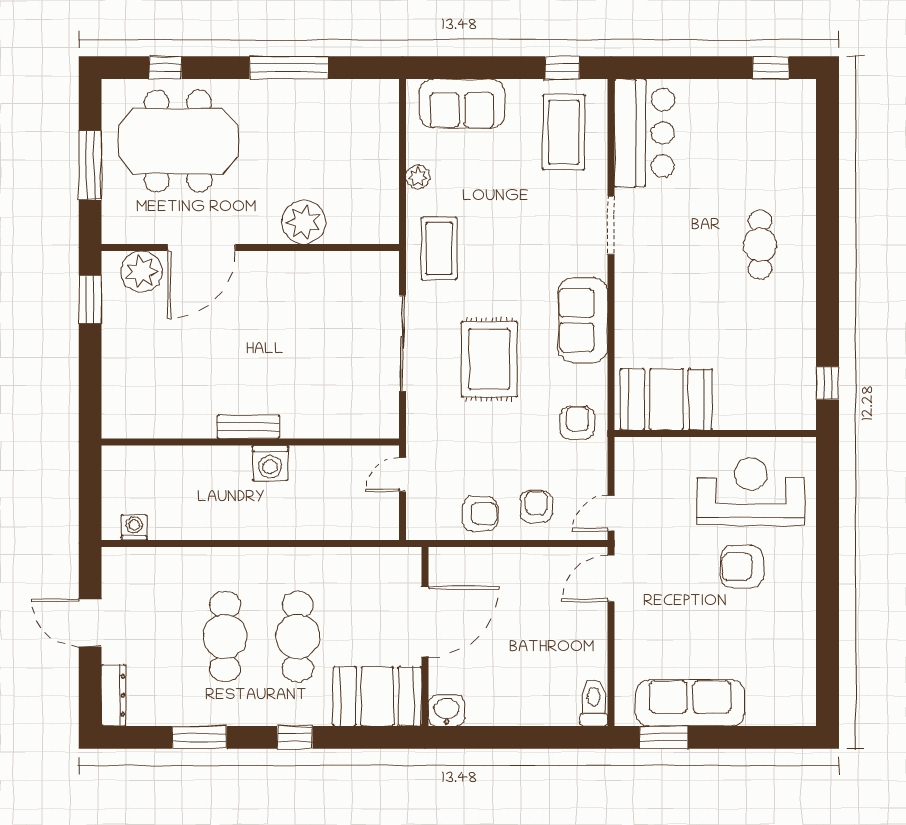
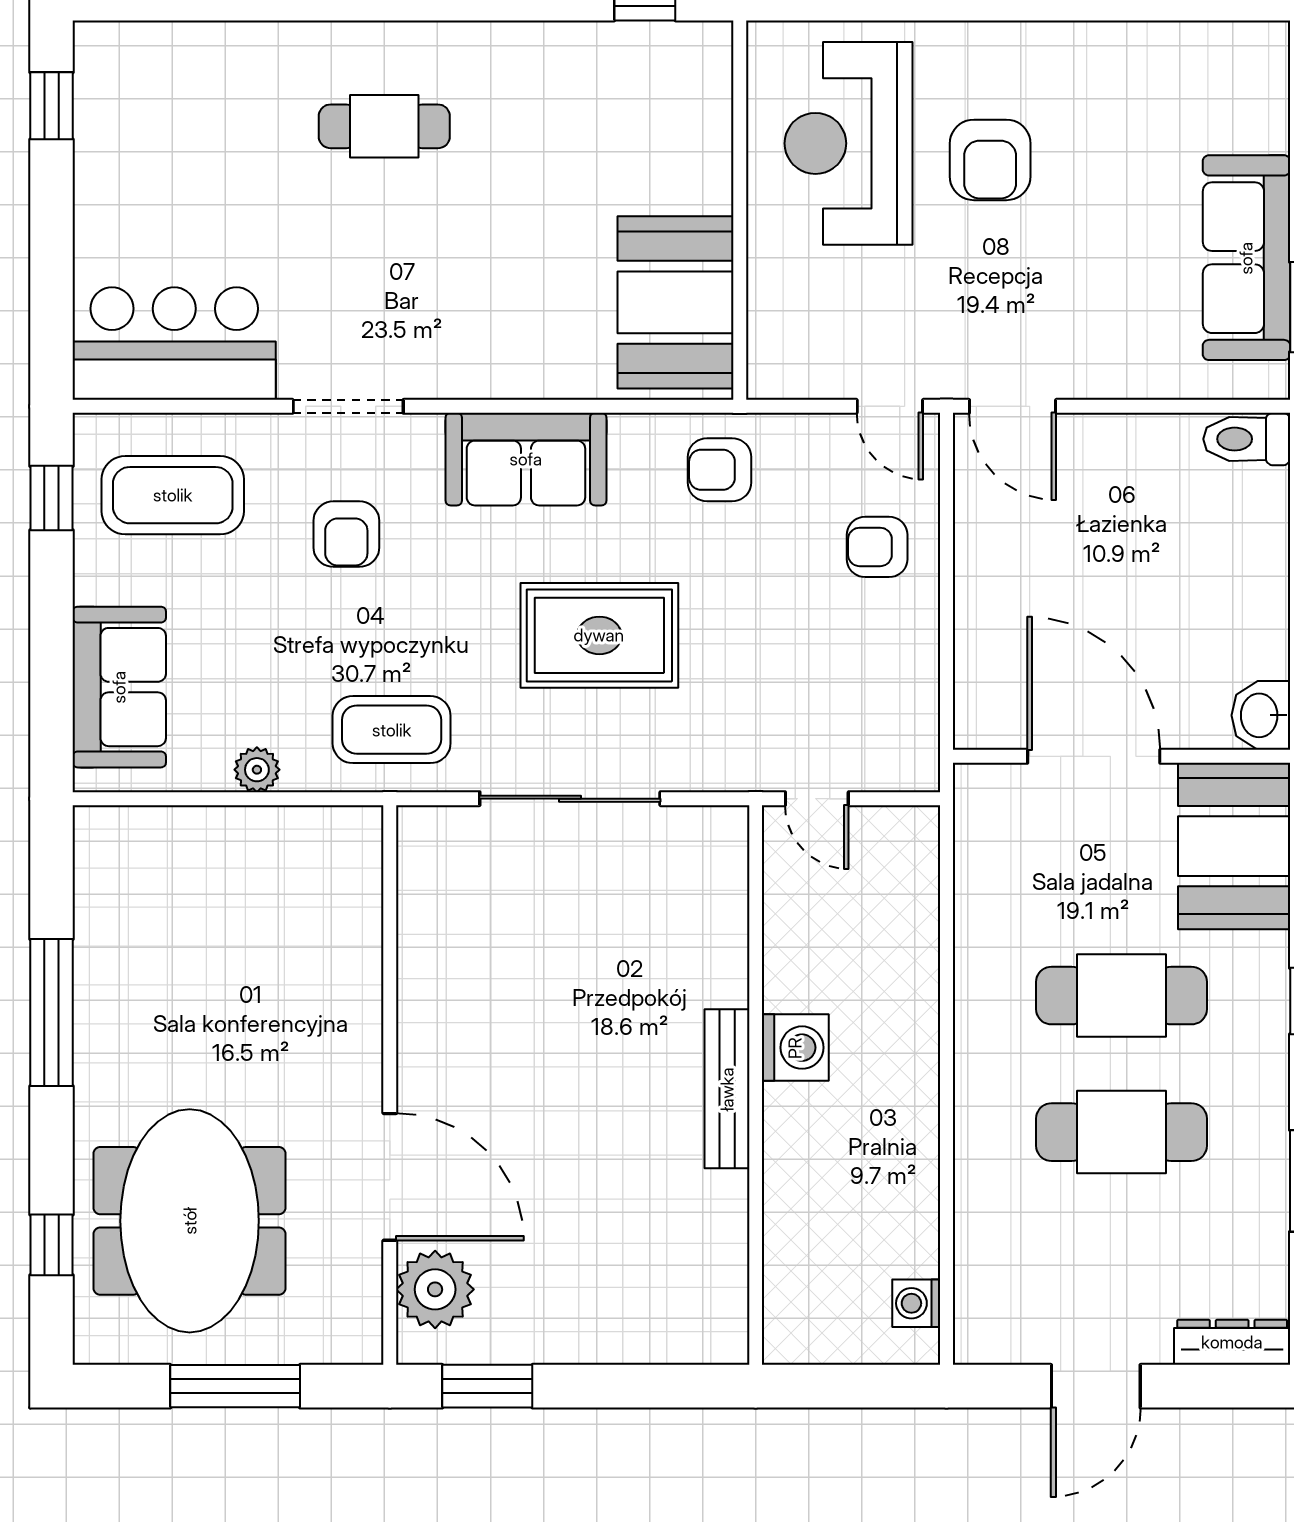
plant: (304, 222) -> (342, 985), removed
bench: (248, 427) -> (727, 1089), width x1.36
armchair: (480, 514) -> (346, 534), moved, turned 180

